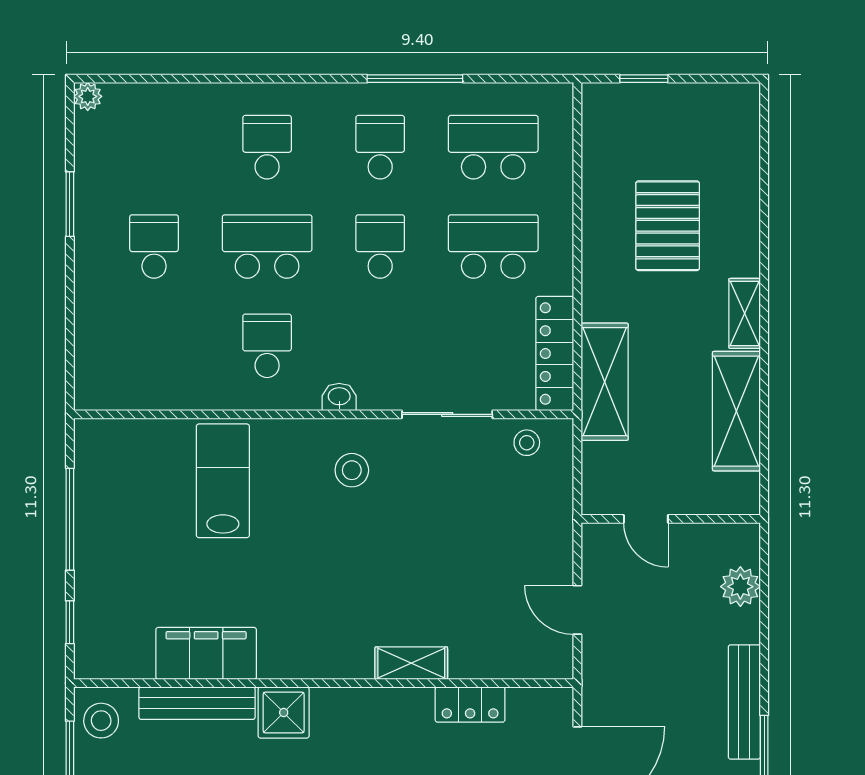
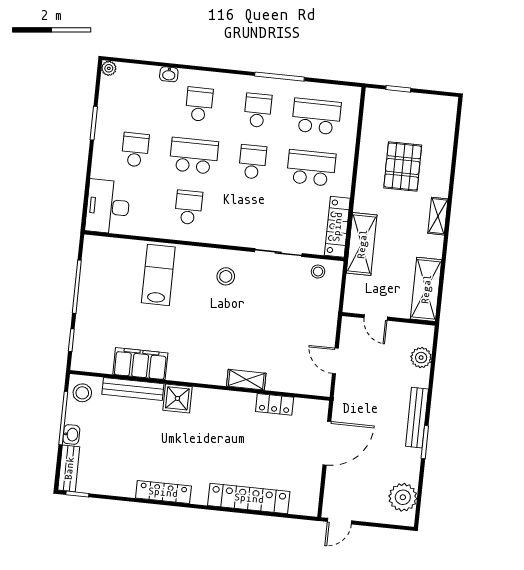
desk: (113, 360) -> (108, 207), added
washbasin: (339, 397) -> (169, 74), moved, turned 180
shelving: (736, 411) -> (426, 289), moved

